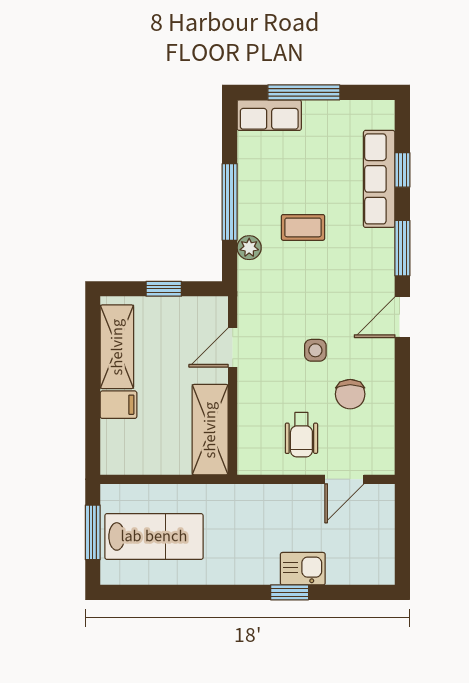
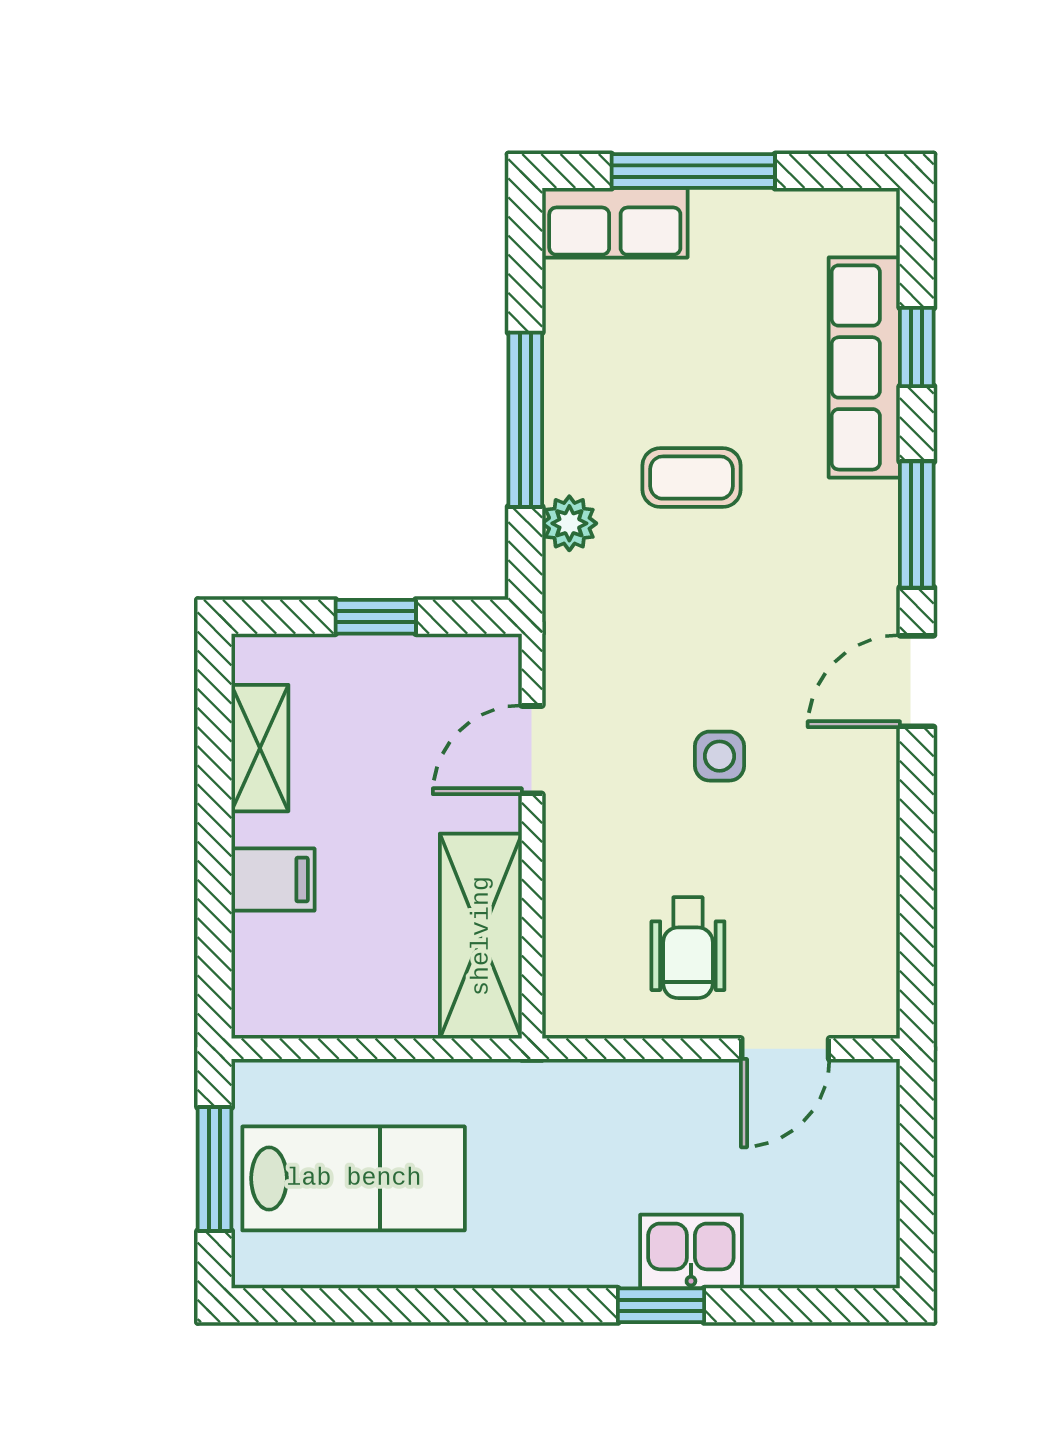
shelving: (117, 347) -> (260, 748), width x0.67, depth x0.75
chair: (350, 394) -> (798, 856), removed

